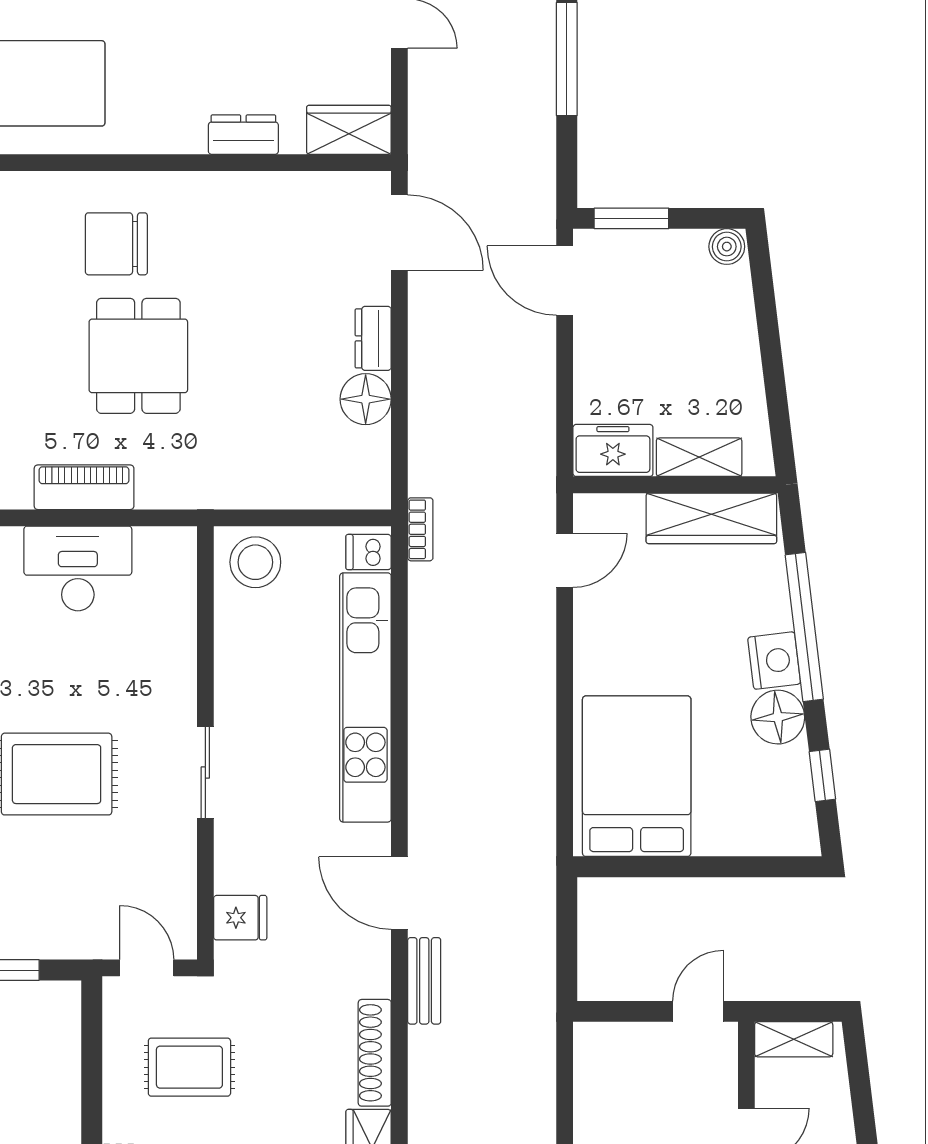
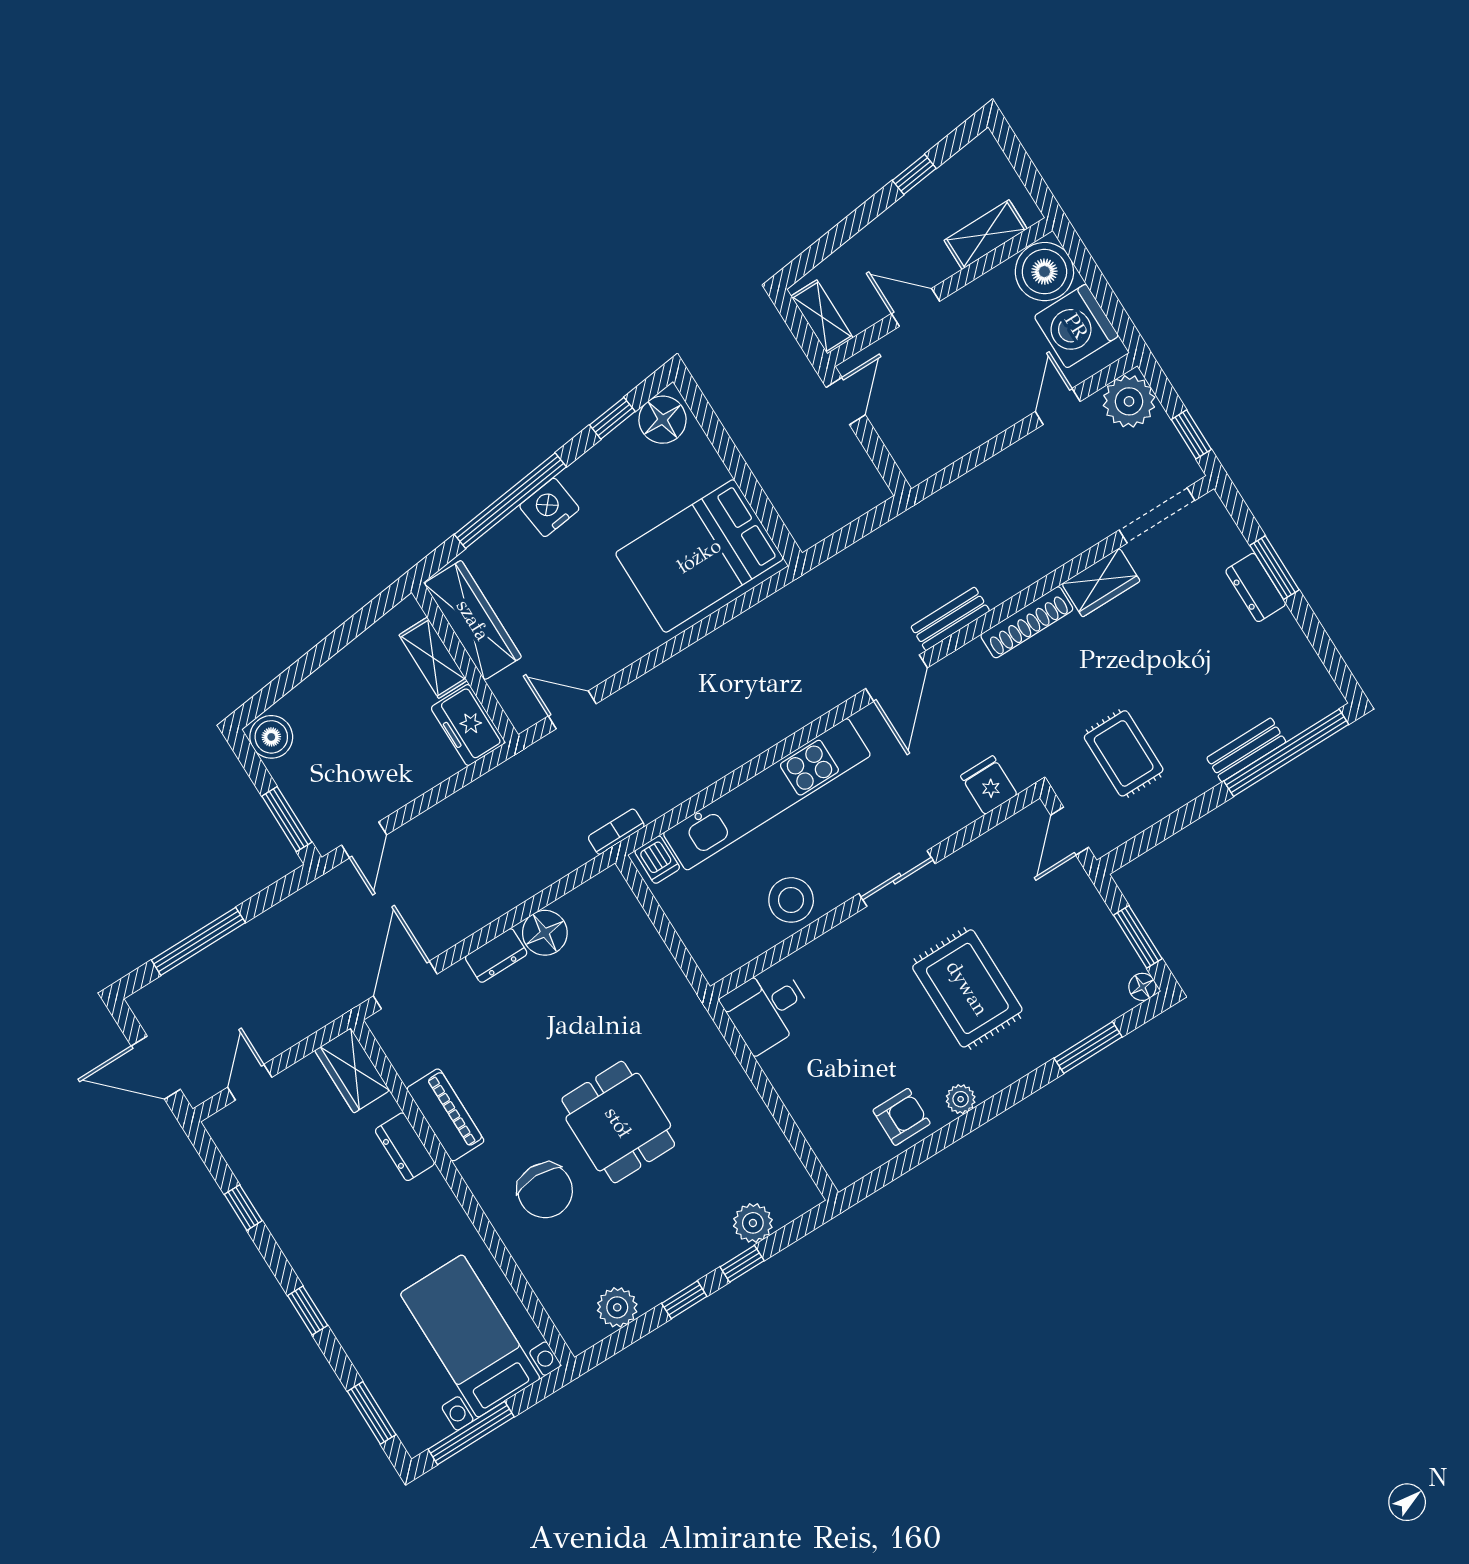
boiler: (727, 247) -> (271, 737), width x1.36, depth x1.36
door: (565, 281) -> (364, 840), width x0.73
dining table: (138, 356) -> (618, 1122), turned 90
piano: (84, 487) -> (445, 1115), moved, turned 180
stool: (255, 562) -> (791, 900), moved
desk: (78, 568) -> (767, 1009), moved, width x0.73
floor lamp: (778, 717) -> (662, 420), moved
door: (698, 1011) -> (846, 401), swing flipped

